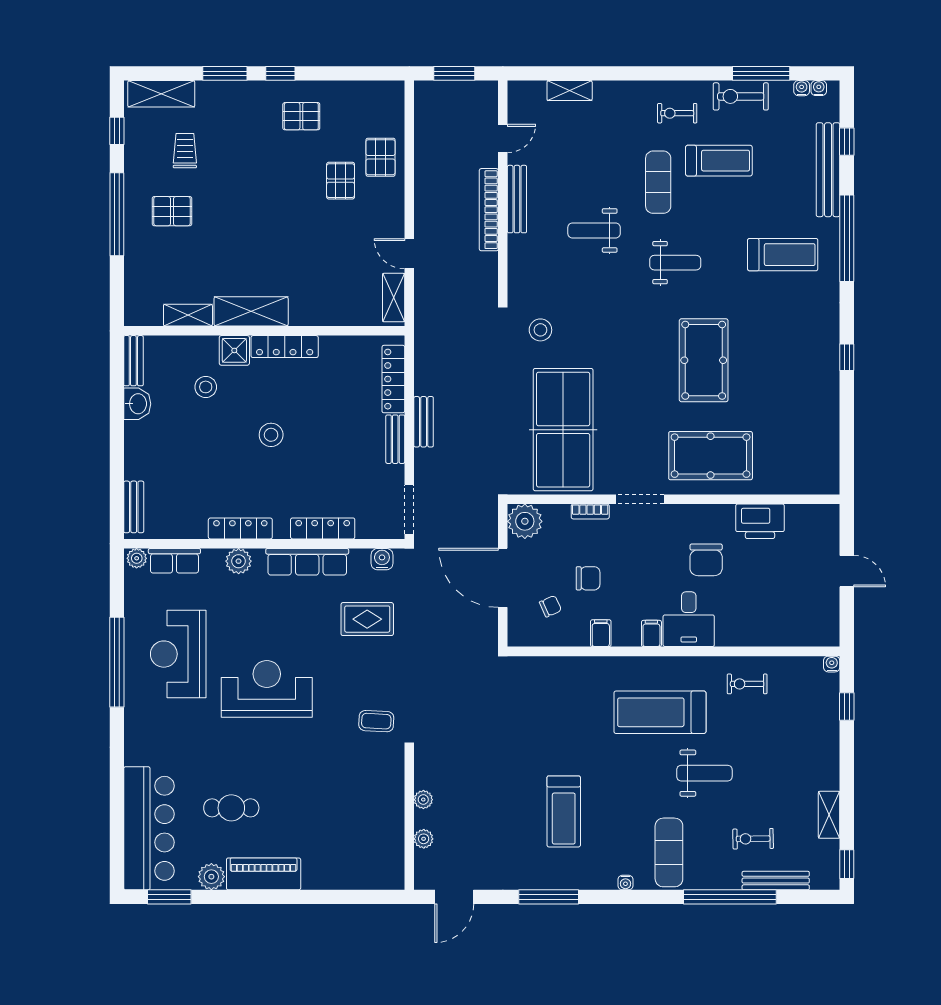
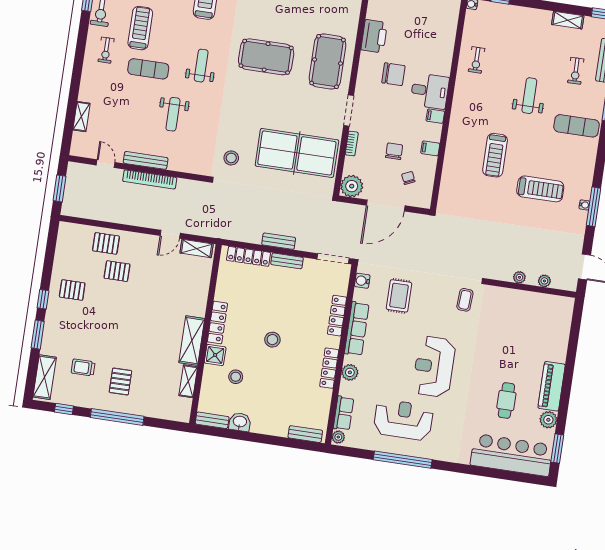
pallet: (301, 116) -> (72, 290), turned 90
reception desk: (178, 654) -> (403, 420), turned 180
treadmill: (660, 712) -> (495, 155), moved, width x0.73, depth x0.73
water cooler: (625, 883) -> (584, 205), moved

